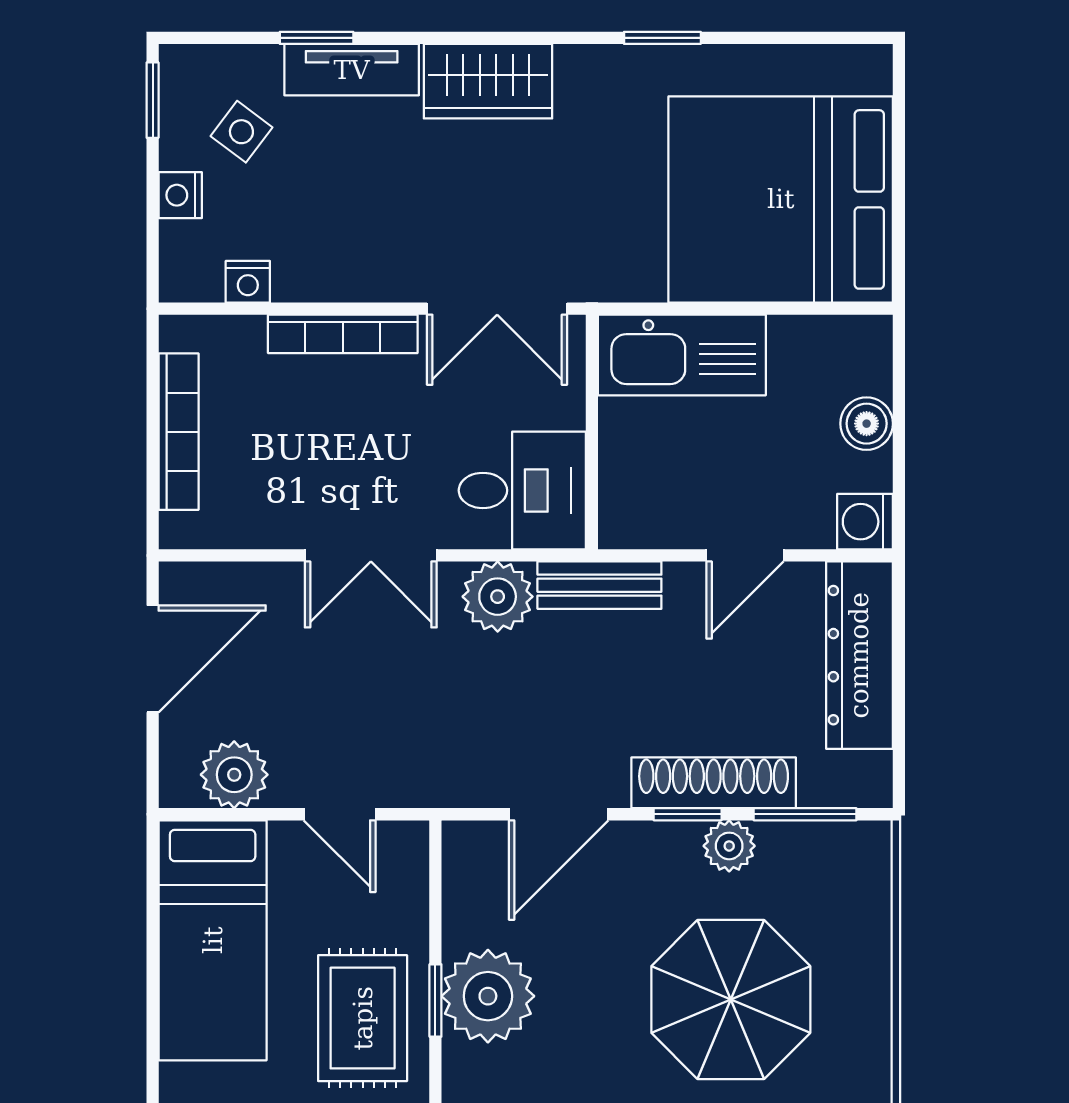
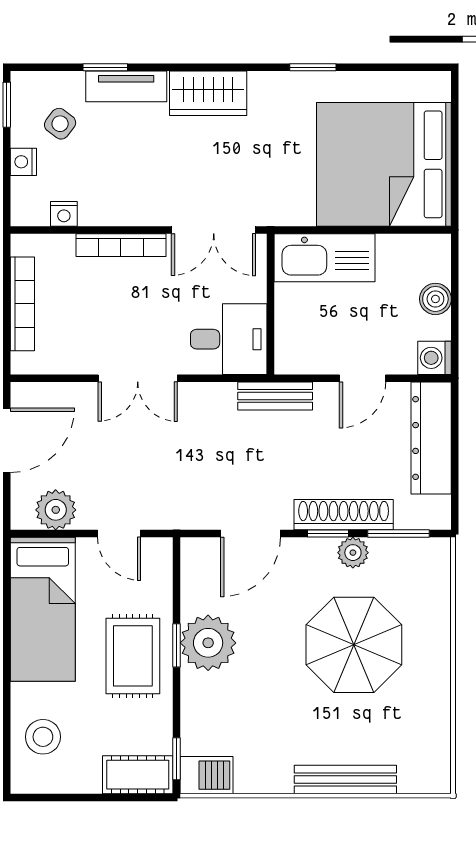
plant: (498, 597) -> (214, 403), removed

